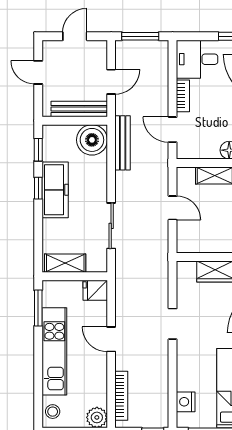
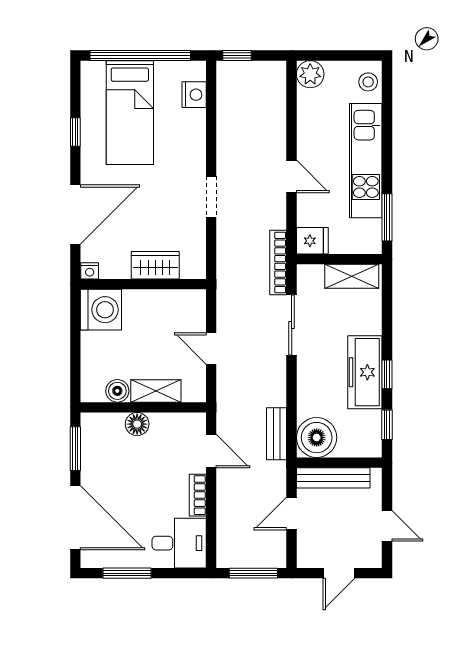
bench: (123, 143) -> (276, 434), width x0.73
bookcase: (121, 396) -> (278, 263), moved

